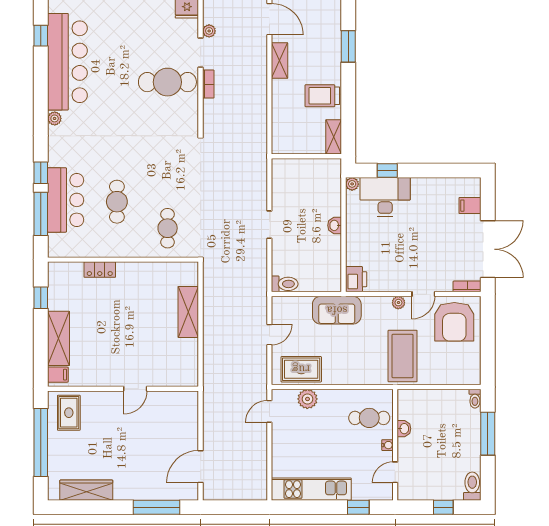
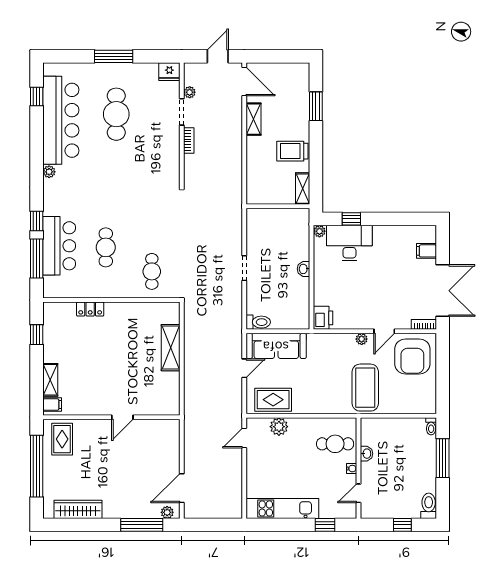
cafe table: (167, 82) -> (116, 114), moved, turned 90
sofa: (337, 310) -> (276, 346), moved, width x1.36
shelving: (59, 338) -> (50, 380), width x0.67, depth x0.75
plant: (185, 493) -> (167, 512), added

